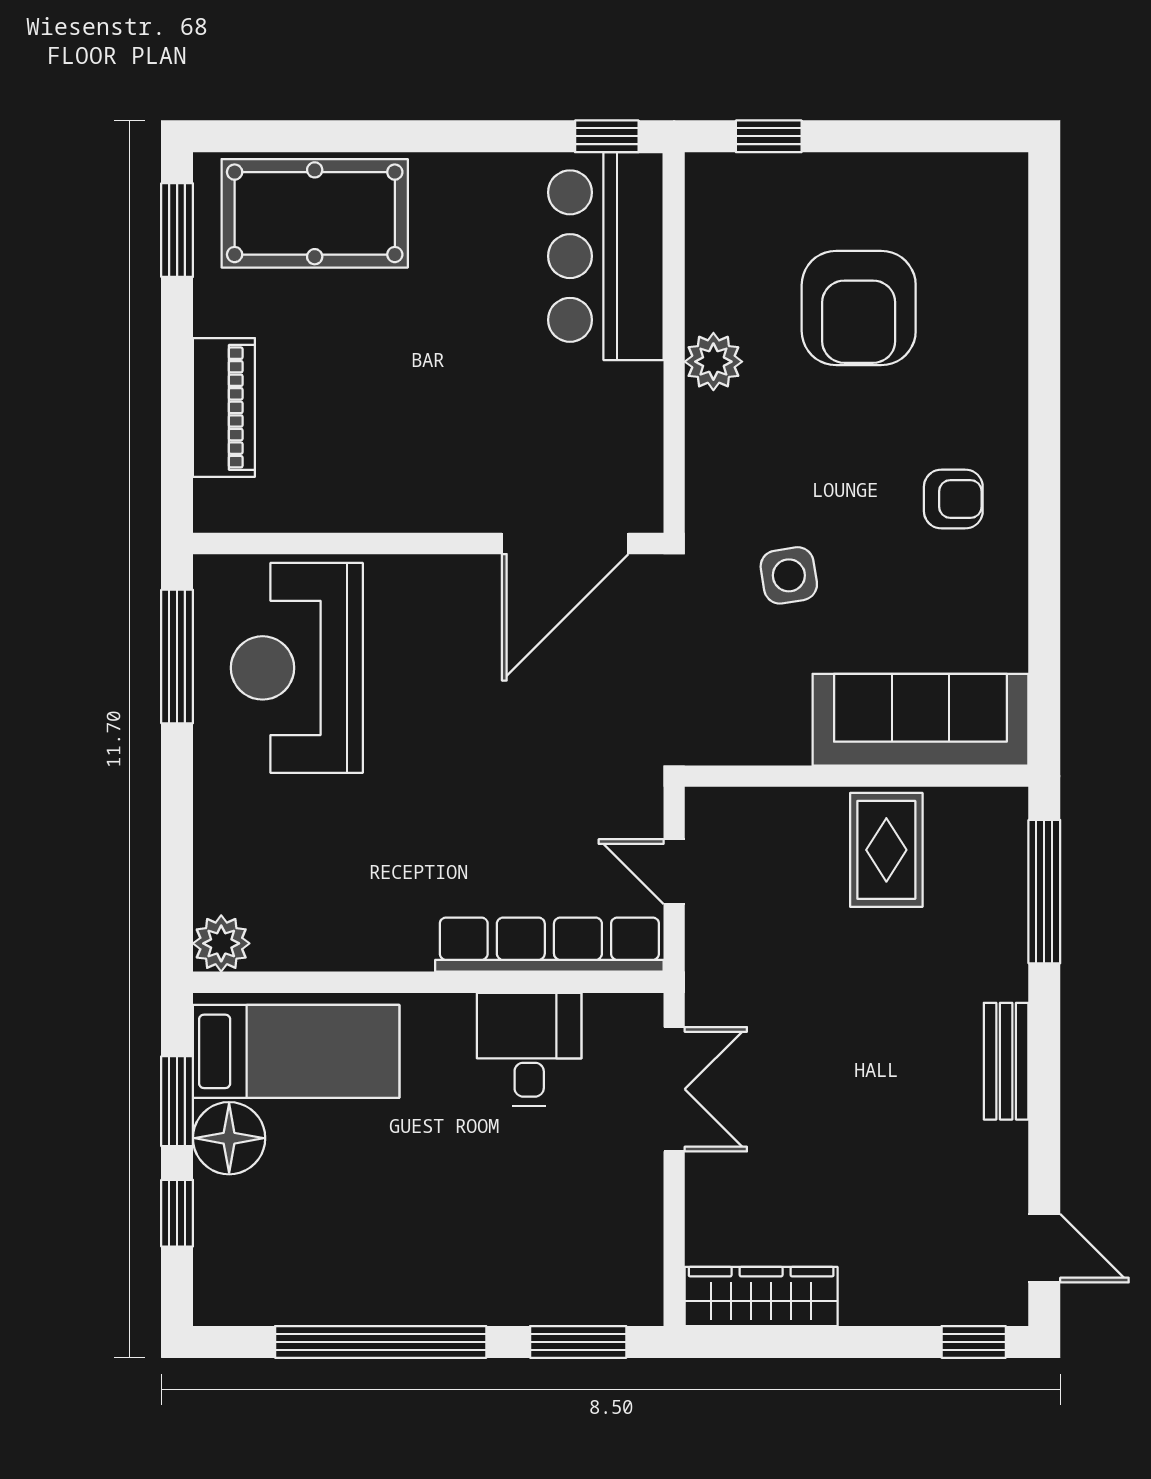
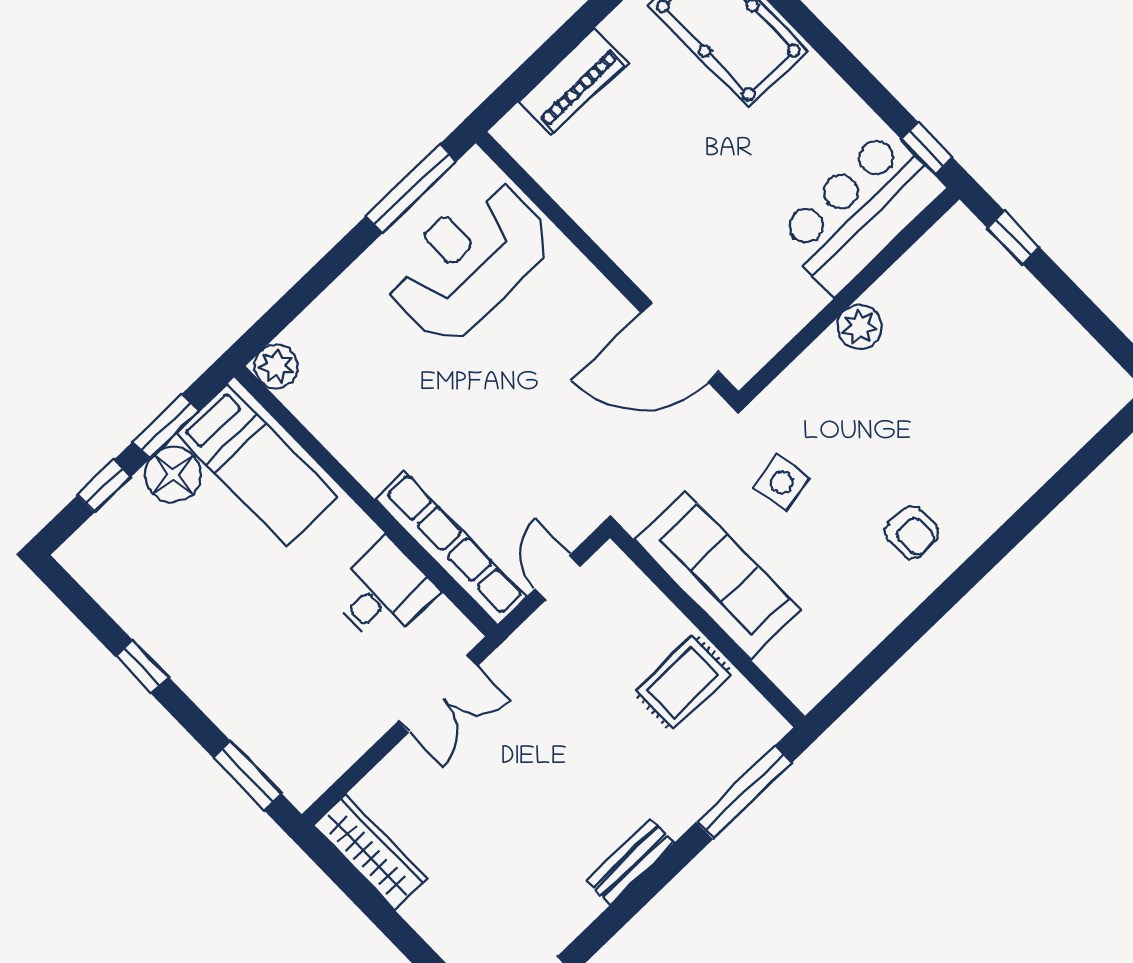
armchair: (859, 308) -> (966, 378), removed
sofa: (920, 720) -> (718, 575), moved
window: (381, 1342) -> (142, 667), width x0.32

